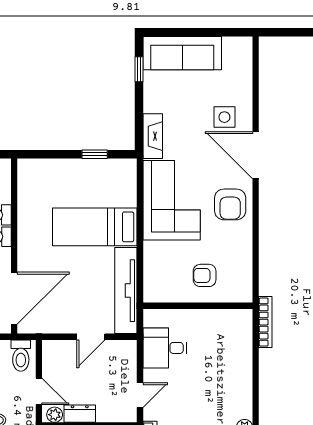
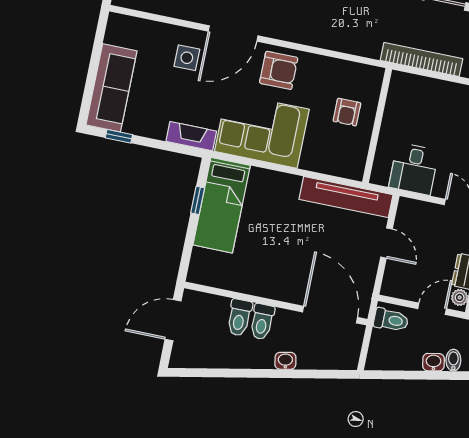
bed: (95, 227) -> (222, 205), moved
bookcase: (265, 322) -> (422, 60), width x1.48, depth x1.31

